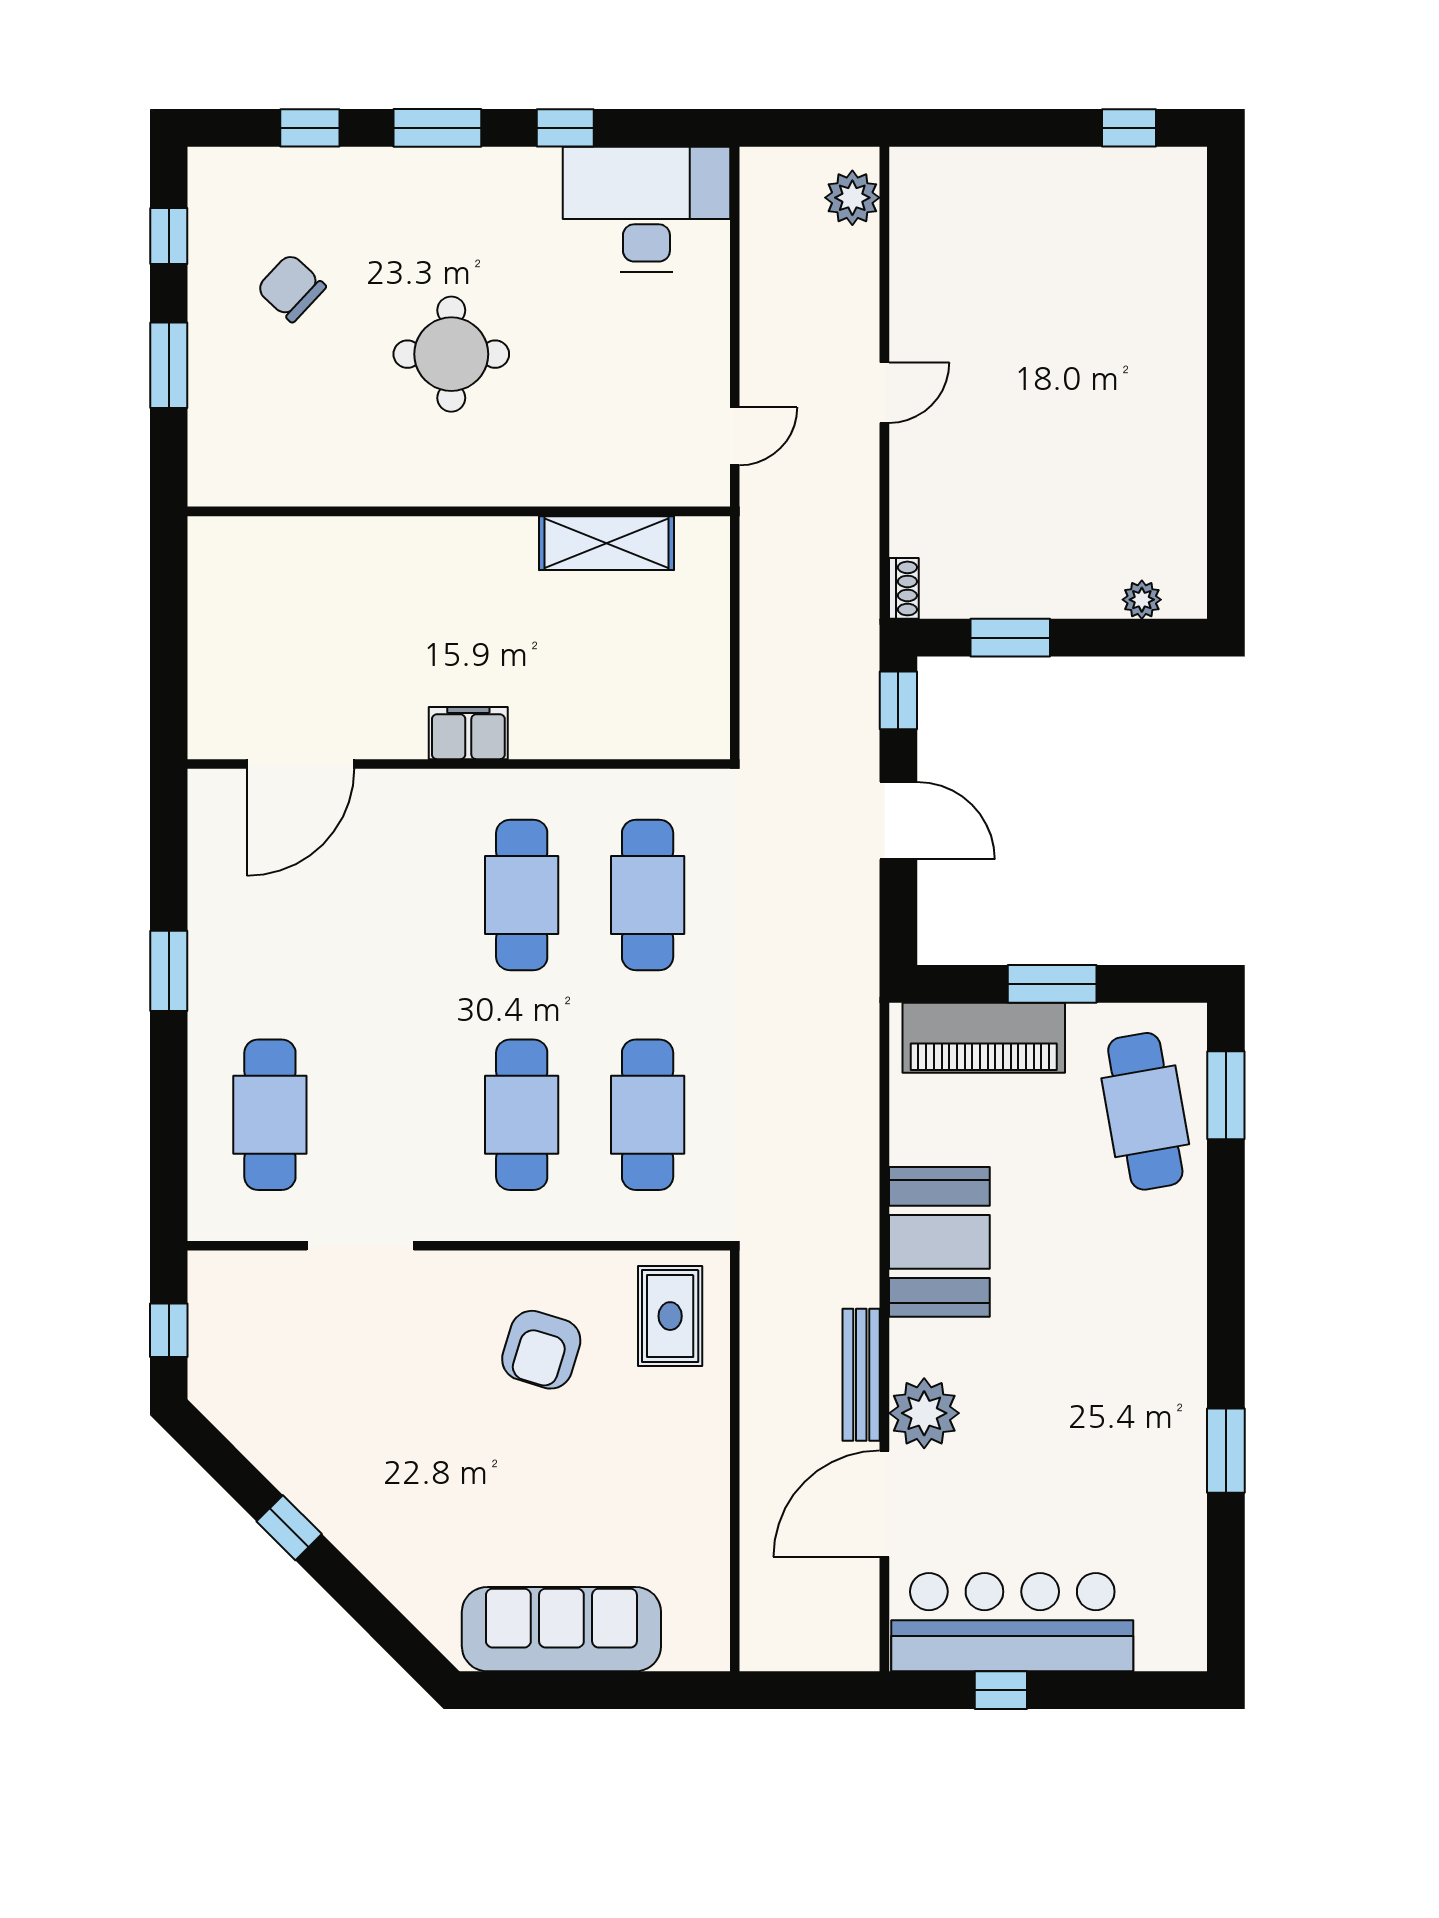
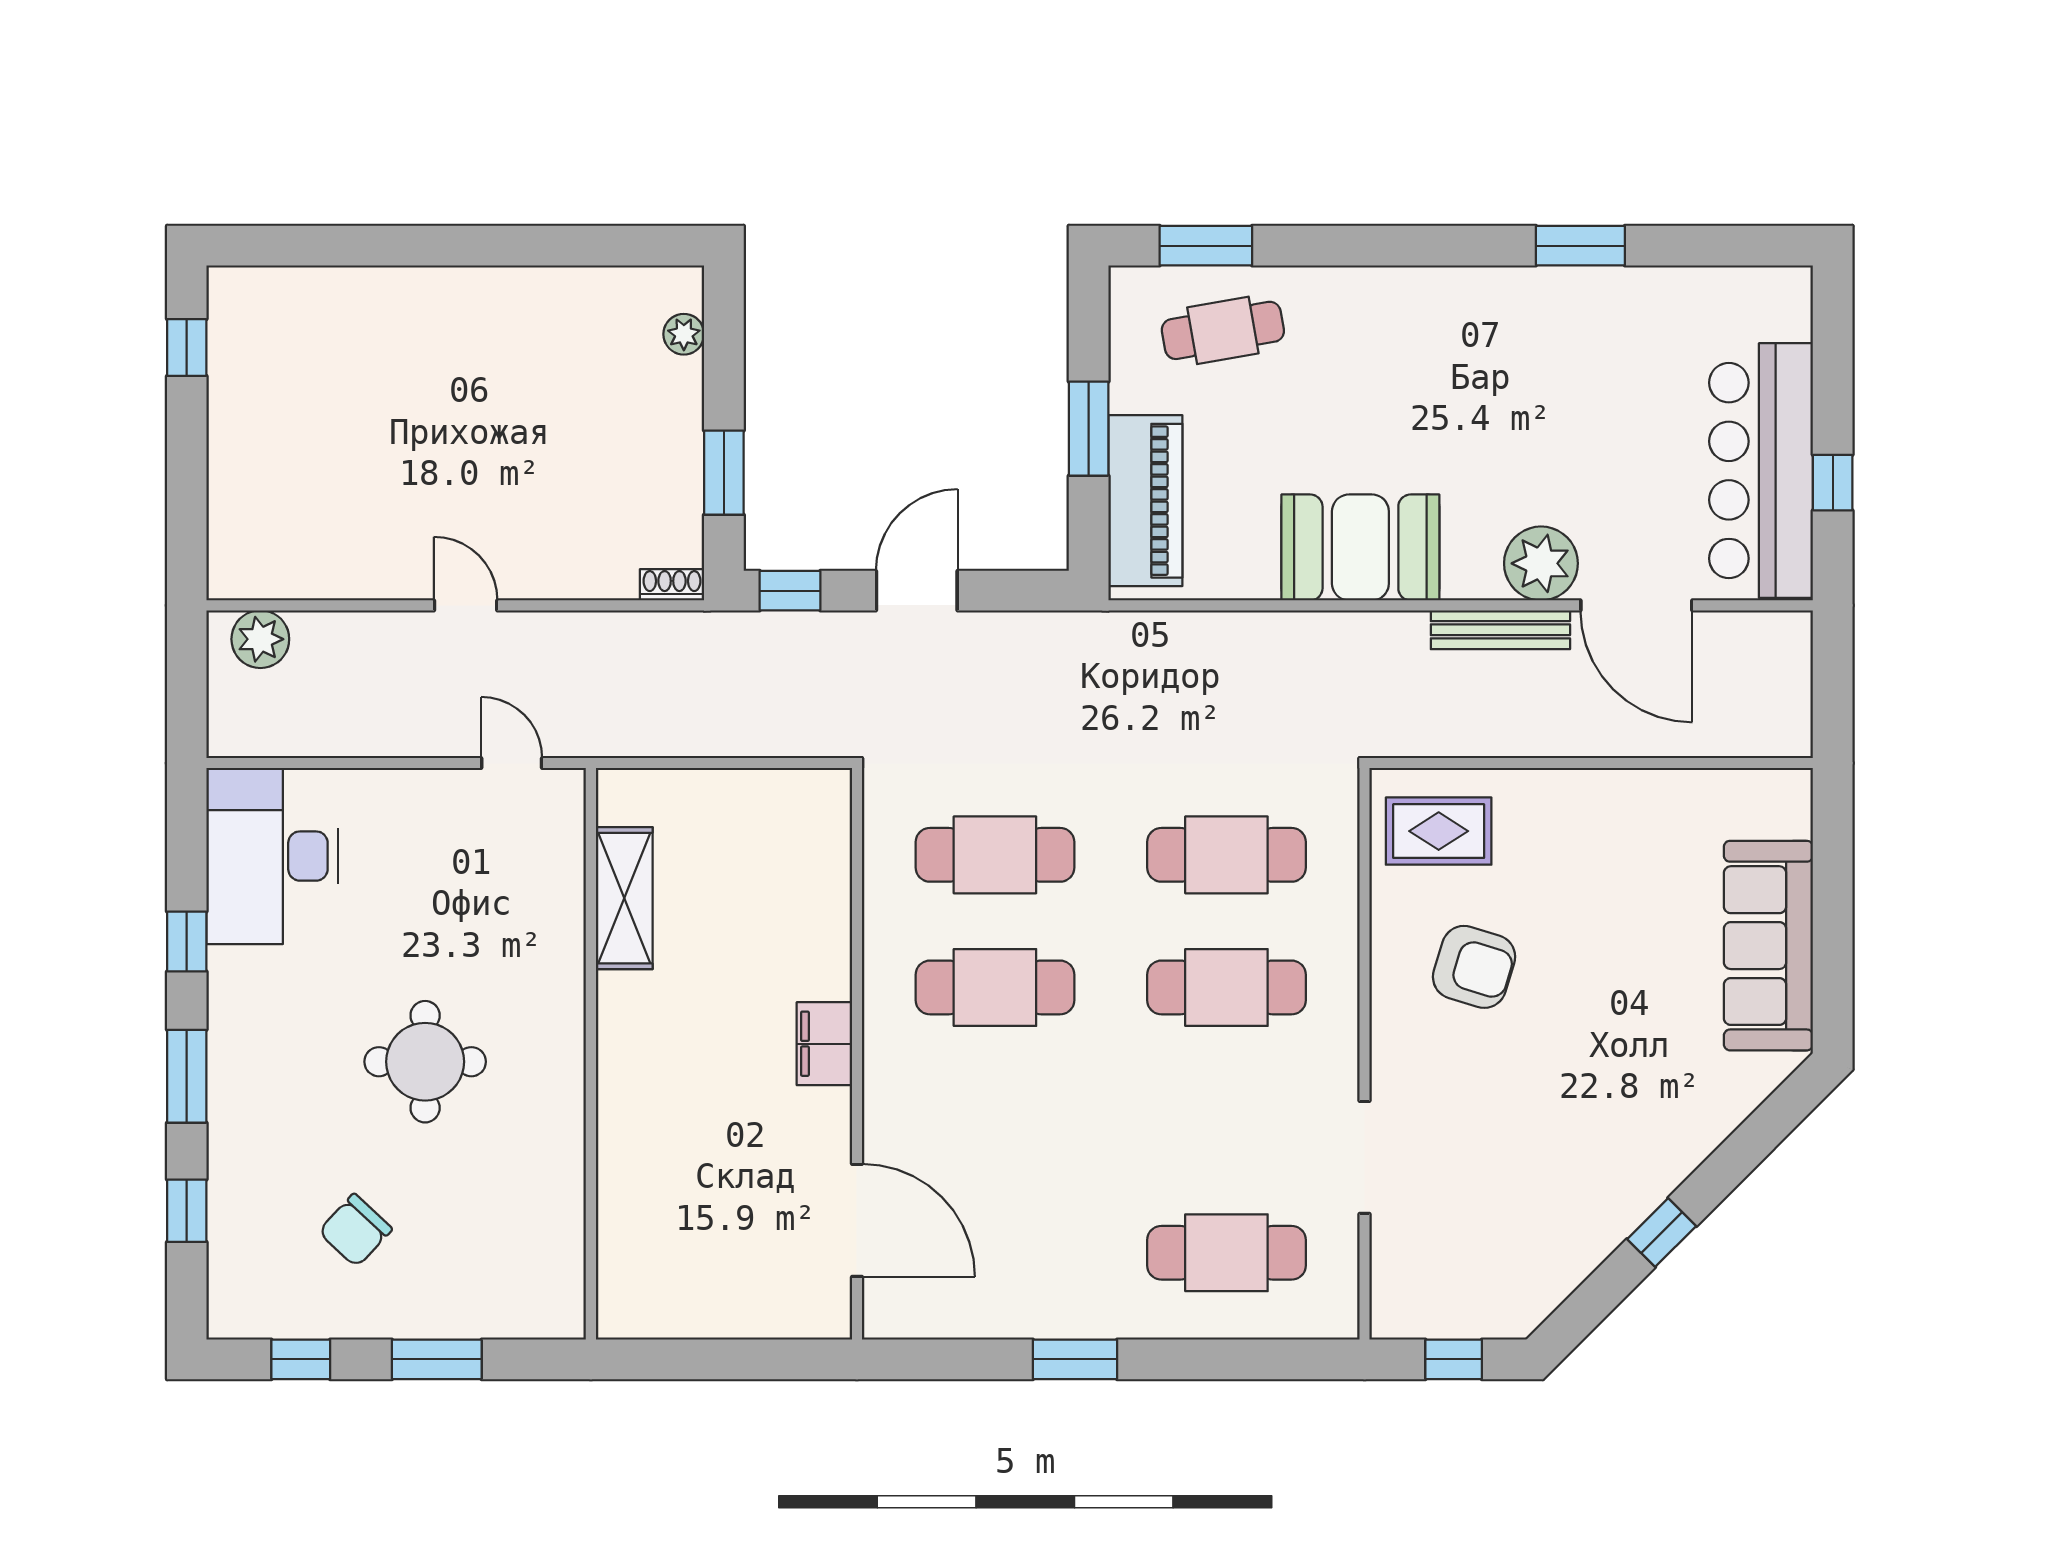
cafe table: (1145, 1111) -> (1223, 330), width x0.73, depth x0.74

